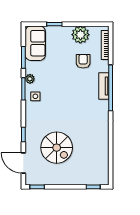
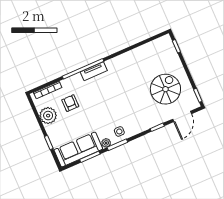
sofa: (35, 43) -> (78, 149), width x1.36
armchair: (83, 61) -> (70, 103), turned 90
tv unit: (104, 86) -> (94, 71), moved
spiral stairs: (57, 148) -> (165, 89), moved

